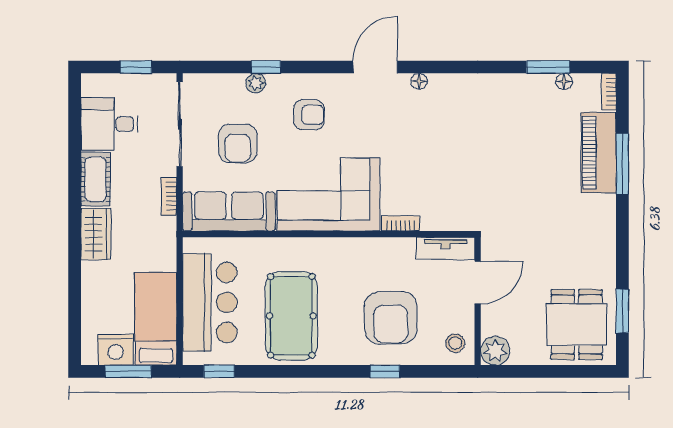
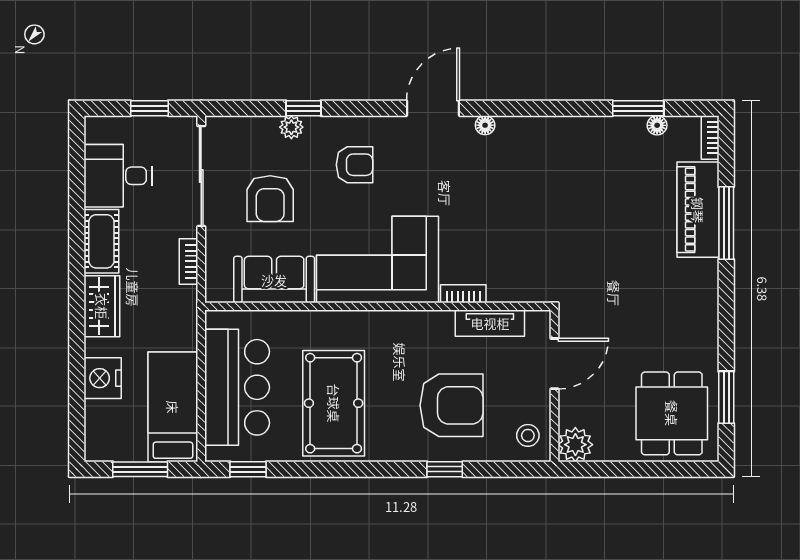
sofa: (229, 212) -> (274, 280), width x0.73
tv unit: (446, 248) -> (490, 323), moved
armchair: (391, 318) -> (451, 405), turned -89
nightstand: (116, 350) -> (103, 378), moved, turned 90

